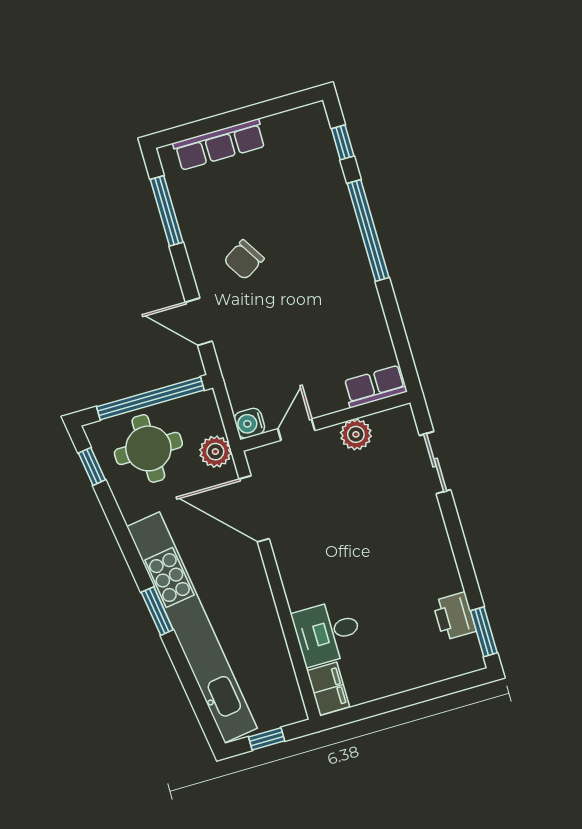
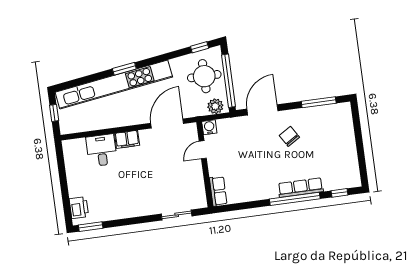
row of seats: (219, 145) -> (301, 188), moved, turned 90
door: (199, 322) -> (262, 110), width x1.36
door: (296, 430) -> (203, 150), swing flipped
plant: (356, 434) -> (196, 178), removed
plant: (215, 452) -> (215, 106), moved
printer: (454, 616) -> (79, 208), moved, turned 90
filing cabinet: (328, 689) -> (127, 139), moved

